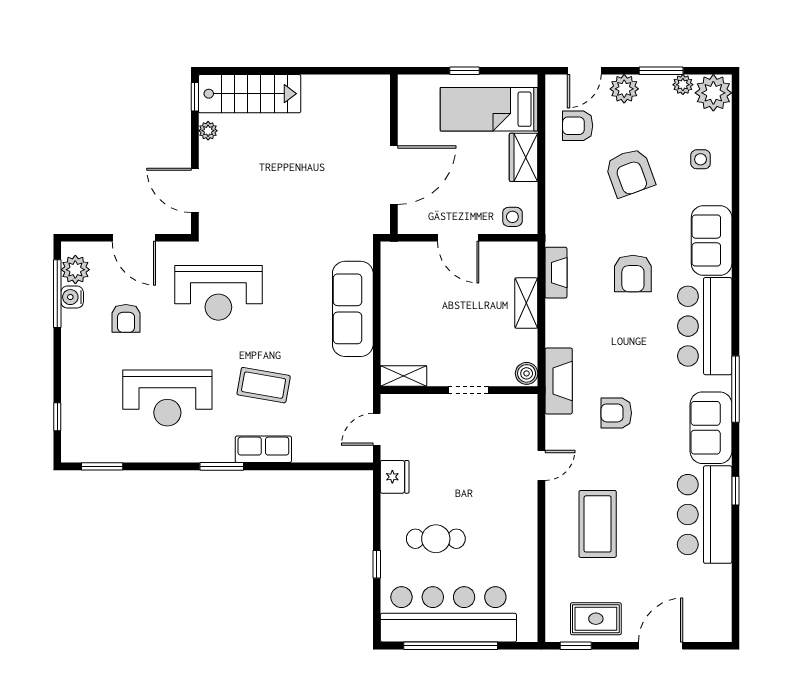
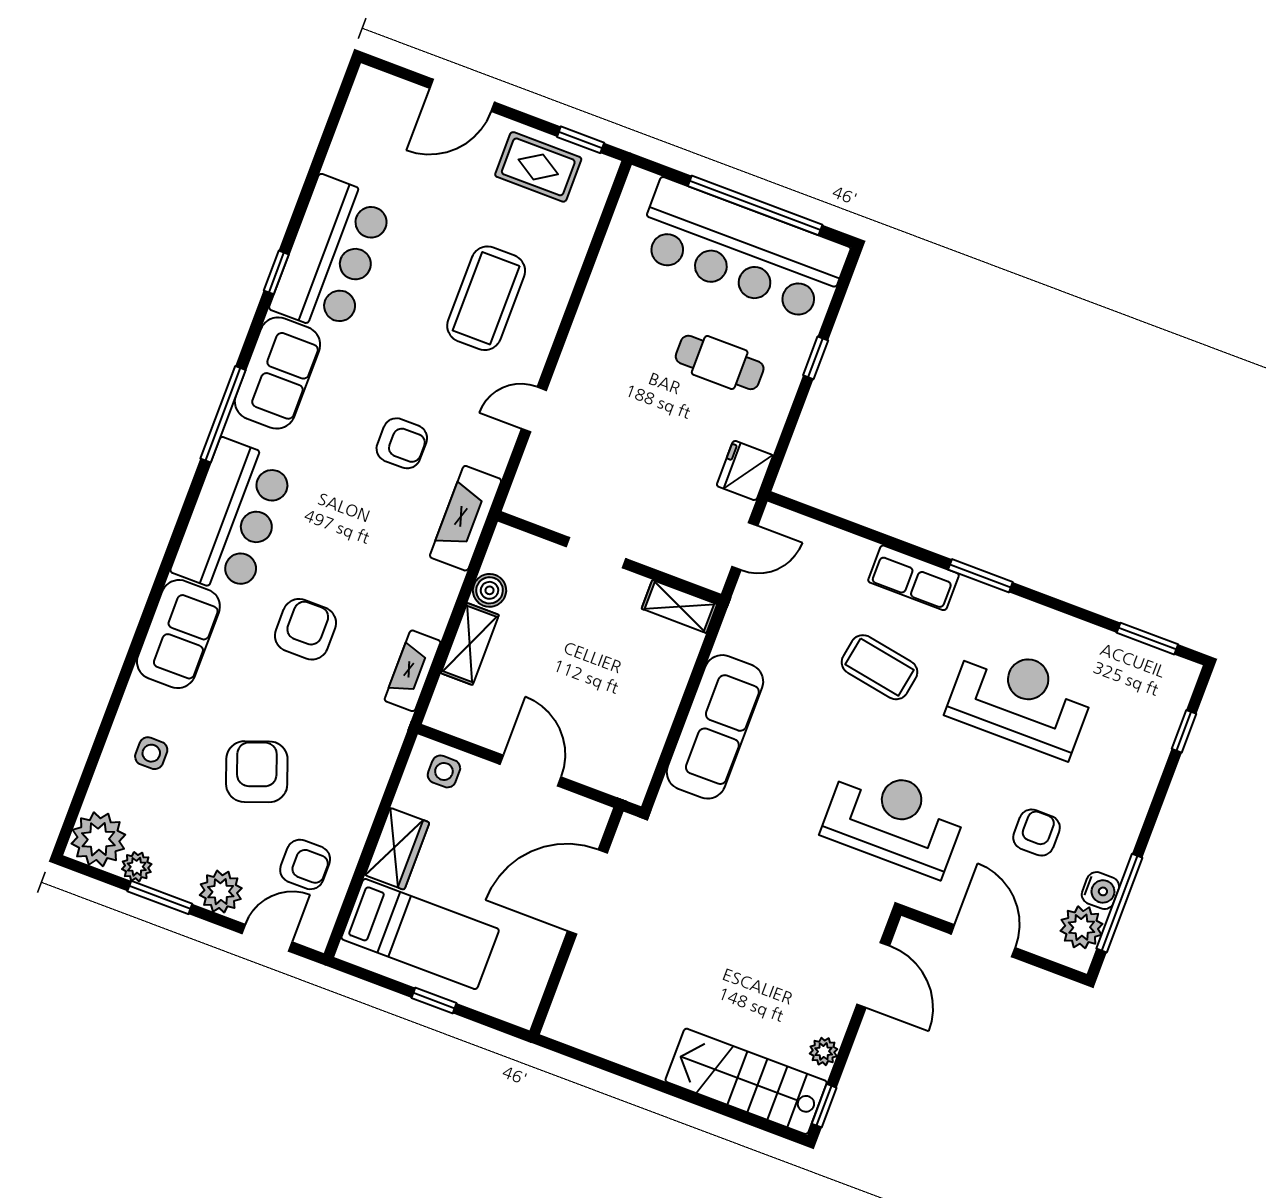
boiler: (527, 373) -> (490, 590), moved

